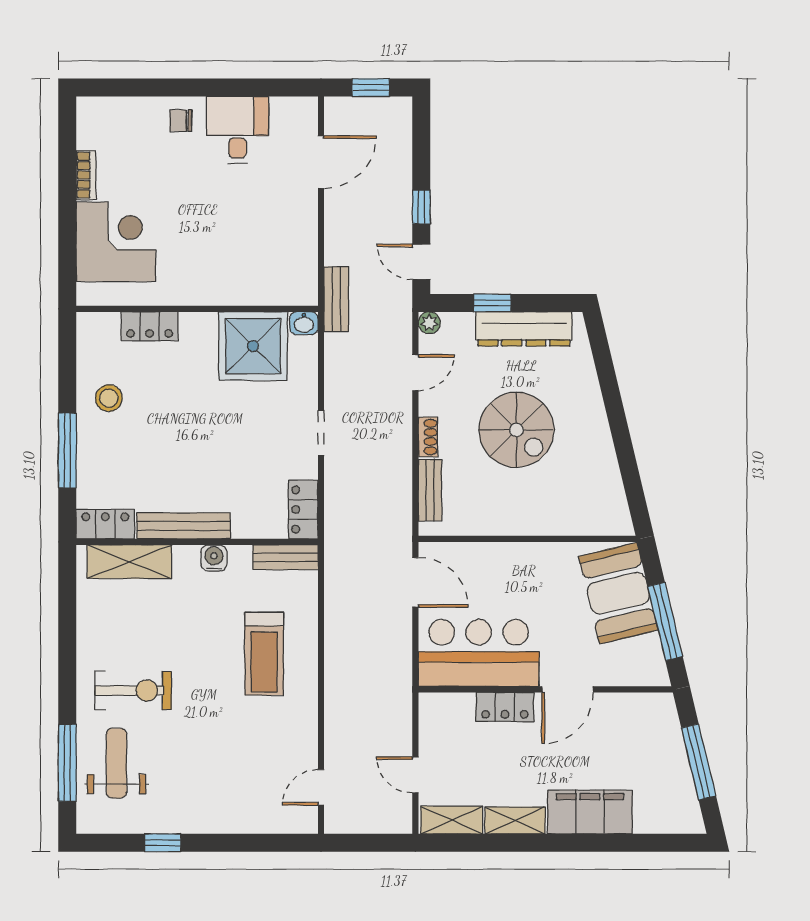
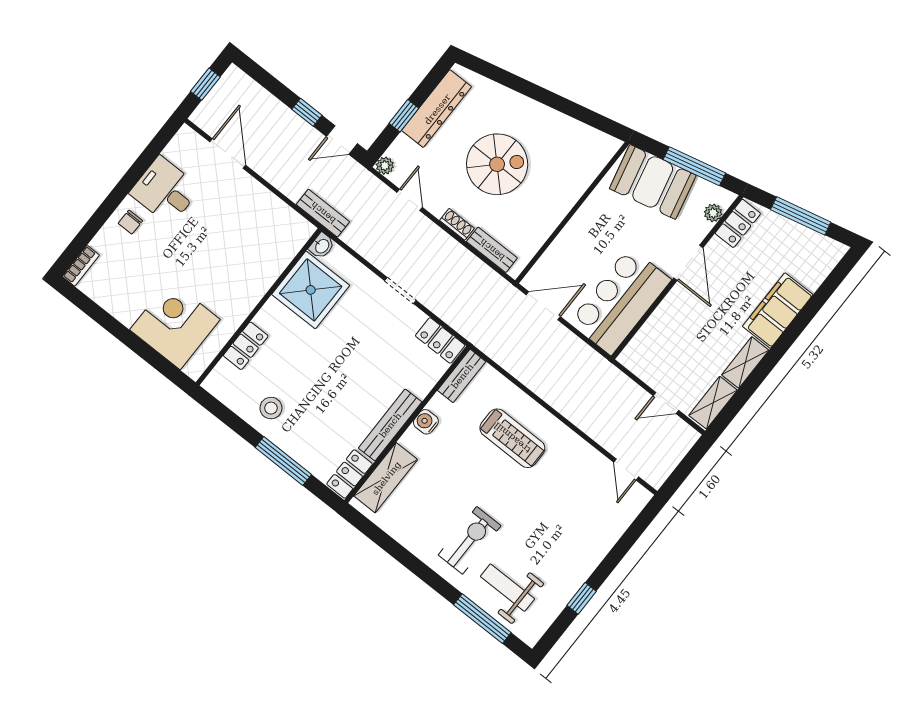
bookcase: (86, 175) -> (81, 266), moved, turned 90
plant: (635, 675) -> (713, 213), added
locker: (505, 707) -> (738, 223), moved

